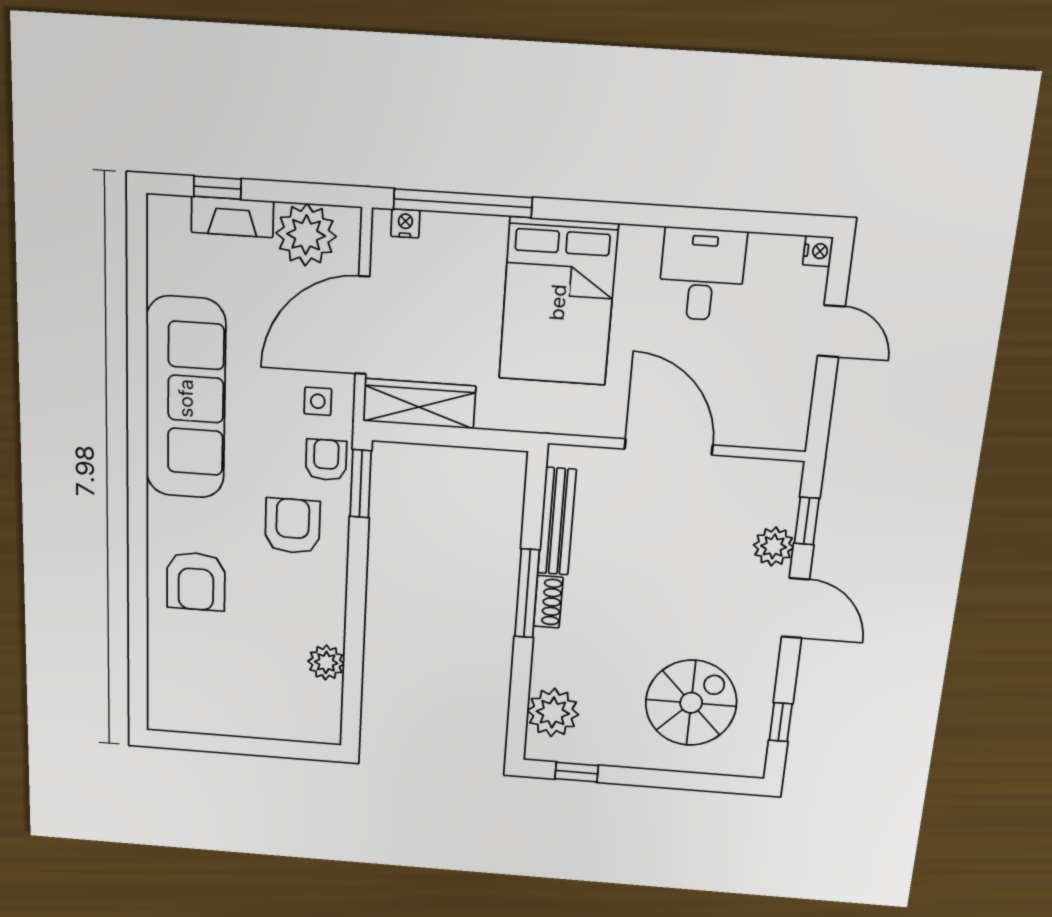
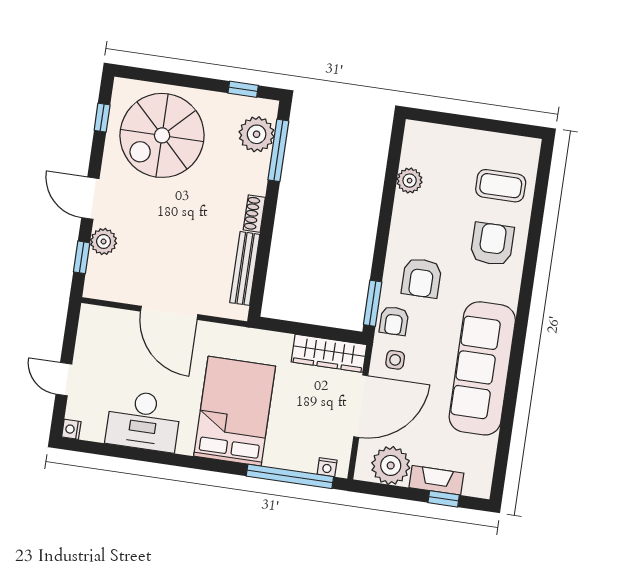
desk: (702, 274) -> (143, 421), width x1.37
window: (527, 593) -> (278, 150), moved
coffee table: (195, 663) -> (501, 186), added
spiral stairs: (691, 703) -> (162, 135), width x1.37, depth x1.37

